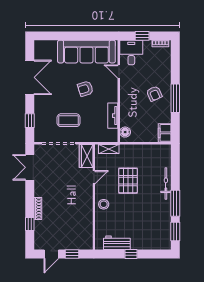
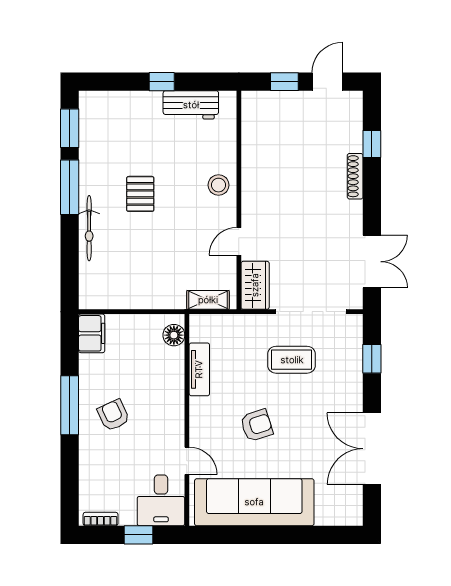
pallet: (128, 181) -> (140, 194), moved, width x0.67, depth x0.71

